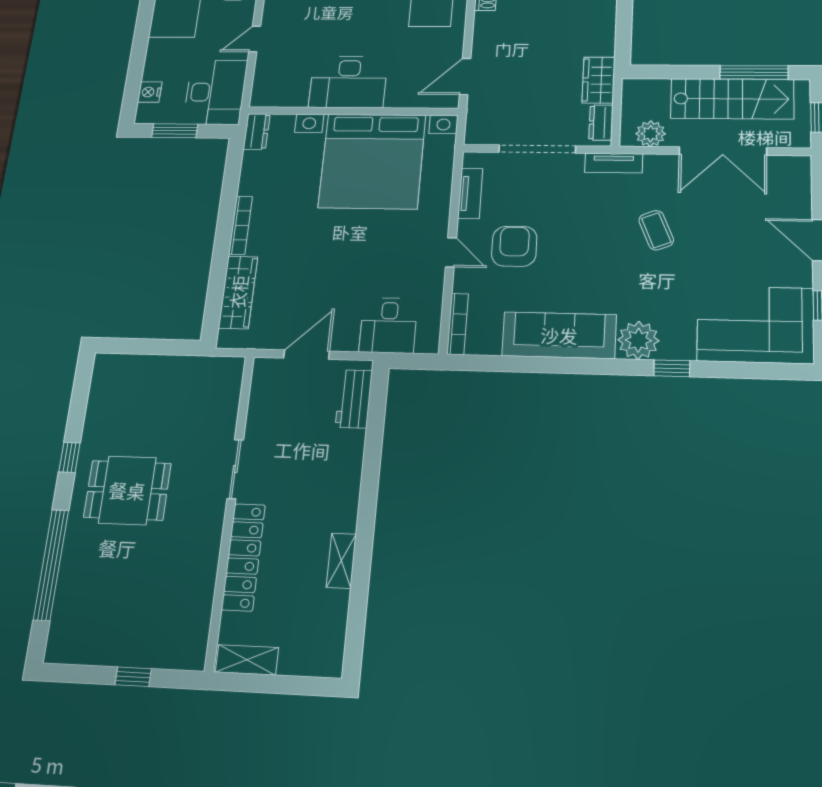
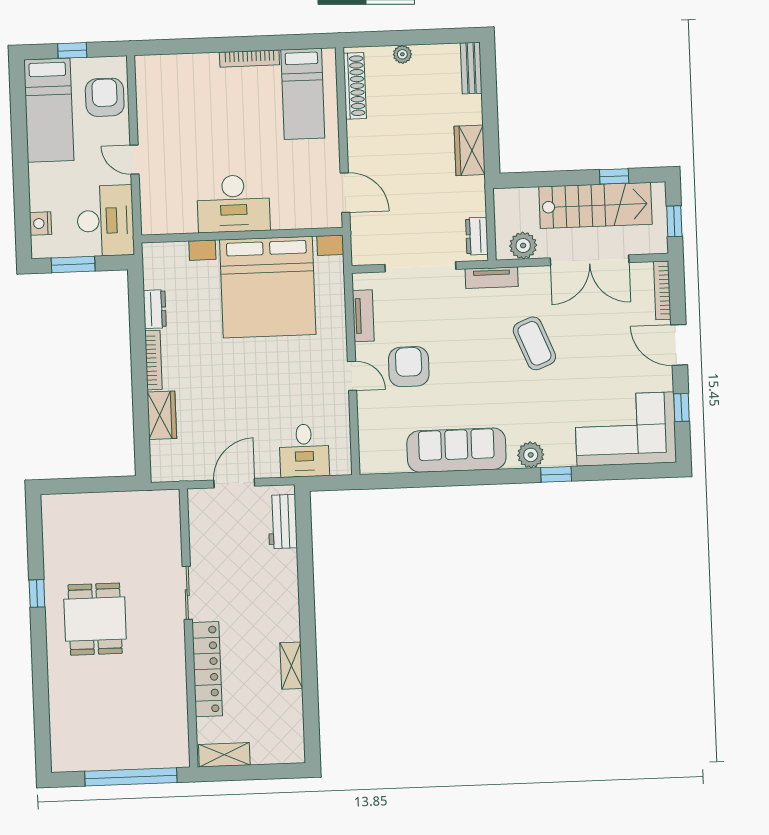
door: (255, 39) -> (135, 160), hinge flipped
window: (754, 72) -> (614, 176), width x0.46
door: (465, 76) -> (345, 193), swing flipped
wardrobe: (599, 80) -> (470, 150), moved
dresser: (257, 132) -> (155, 309), moved
coffee table: (656, 230) -> (534, 343), width x1.36, depth x1.30
wardrobe: (238, 292) -> (162, 415), width x0.67
bookcase: (458, 324) -> (662, 290), moved, turned 180
plant: (638, 340) -> (531, 455), width x0.73, depth x0.73
dining table: (127, 490) -> (95, 619), turned 90
window: (51, 565) -> (41, 689), removed
window: (133, 677) -> (131, 777), width x3.17

